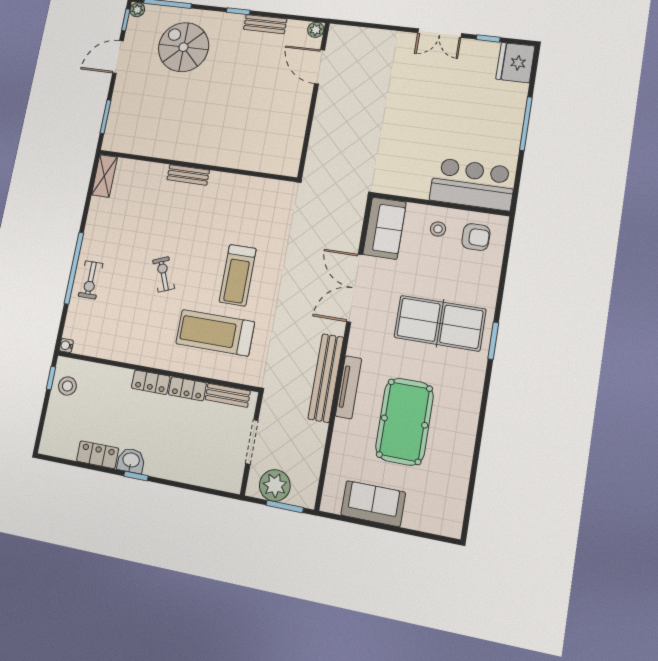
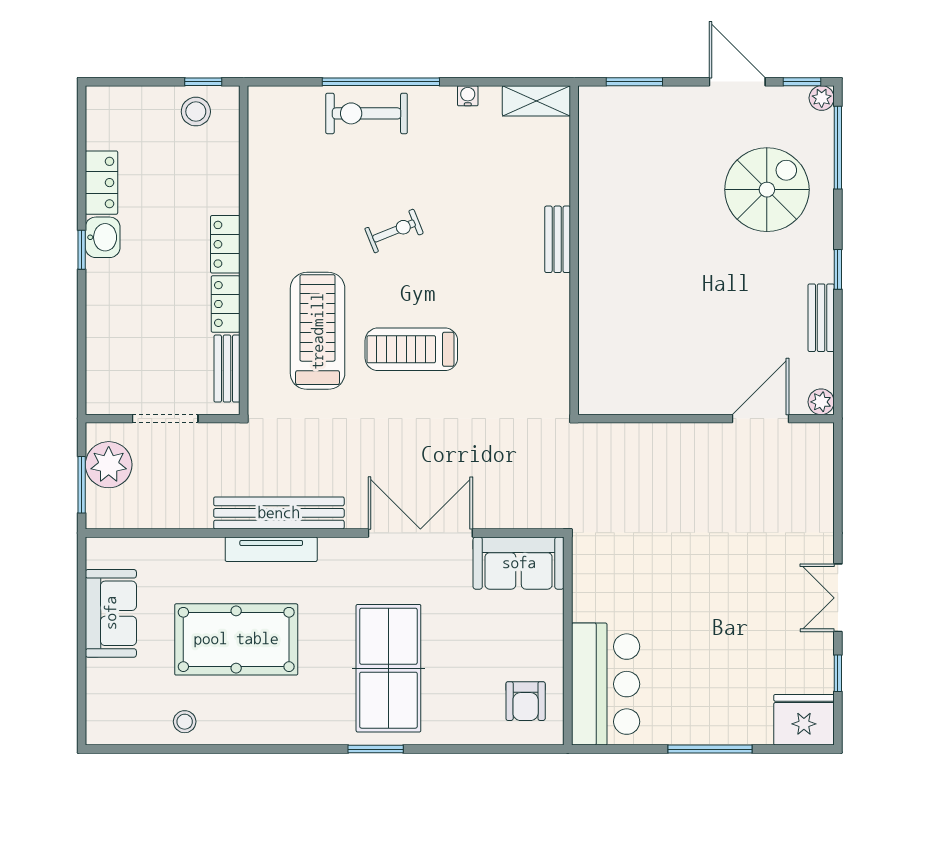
stool: (438, 229) -> (185, 722), moved
exercise bike: (91, 280) -> (367, 113), width x1.38, depth x1.39
water cooler: (66, 345) -> (468, 96), moved

